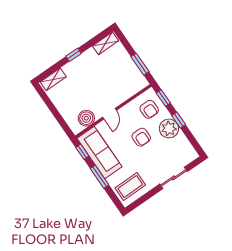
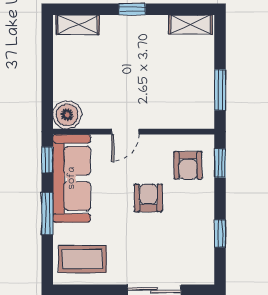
boiler: (86, 118) -> (67, 115), moved
window: (179, 120) -> (220, 234), moved
plant: (169, 128) -> (198, 213), removed
armchair: (141, 137) -> (148, 198), turned 180

